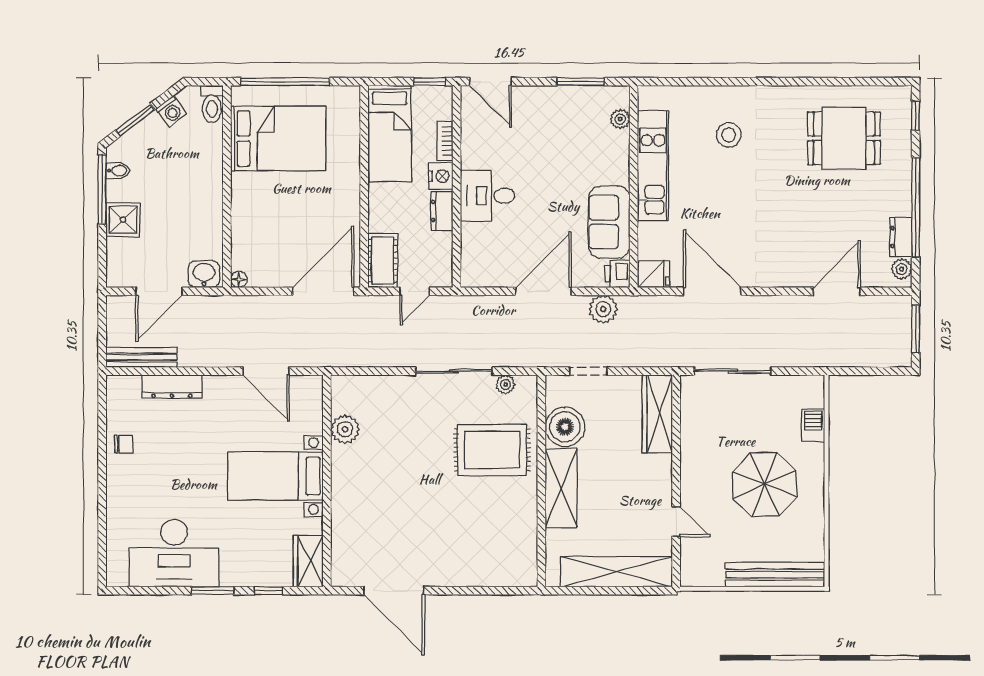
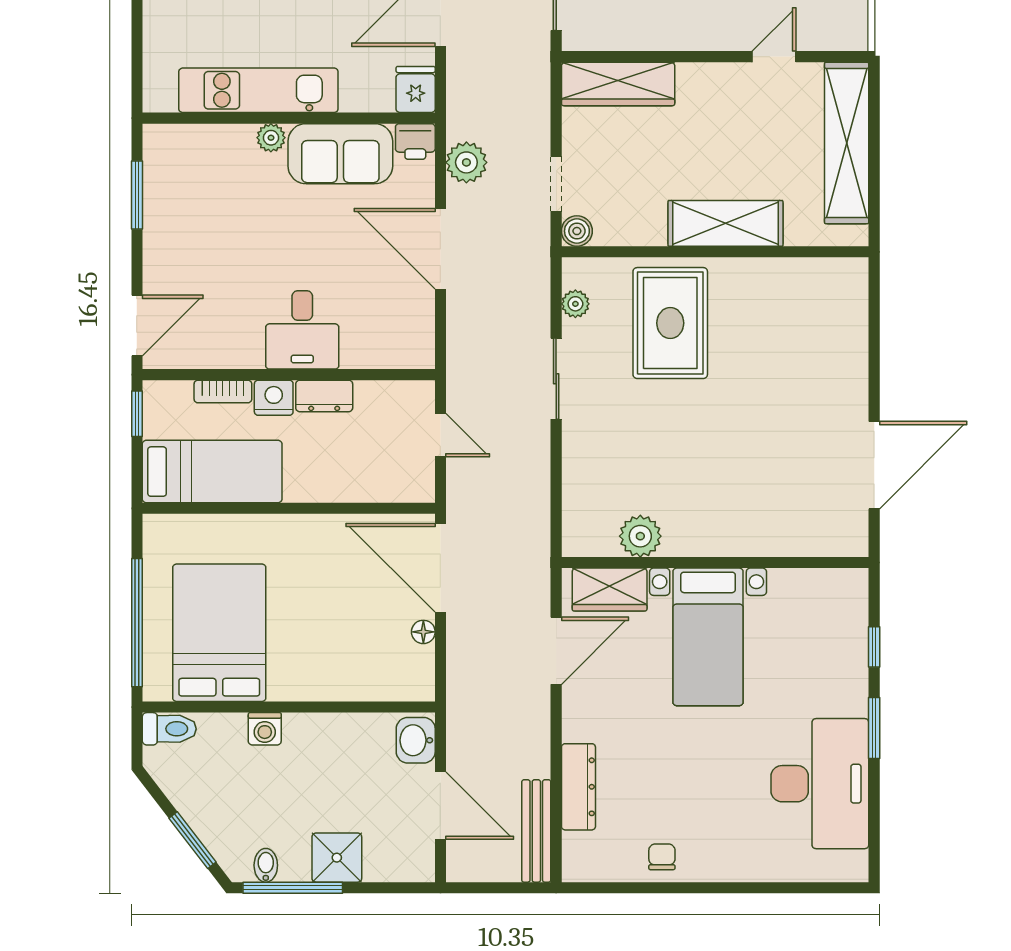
washing machine: (171, 111) -> (265, 729), moved, turned 128
plant: (620, 119) -> (271, 138), moved
cot: (383, 260) -> (396, 482), removed
floor lamp: (239, 279) -> (423, 632), moved
sliding door: (454, 371) -> (556, 379), width x0.73
boiler: (565, 427) -> (577, 231), moved, width x0.54, depth x0.54
wardrobe: (308, 561) -> (610, 590), moved

